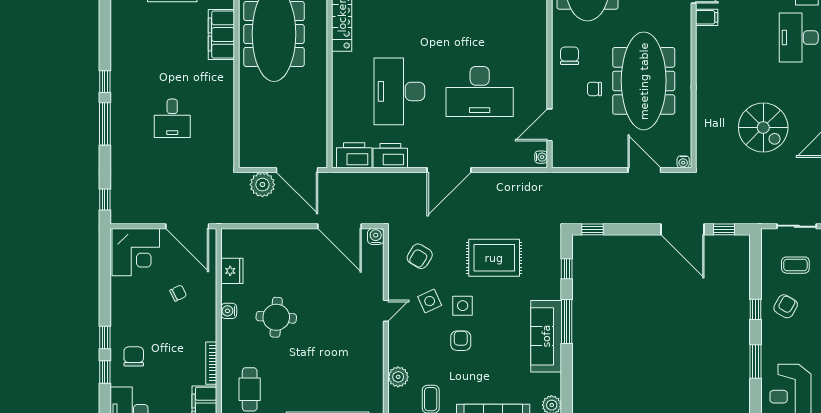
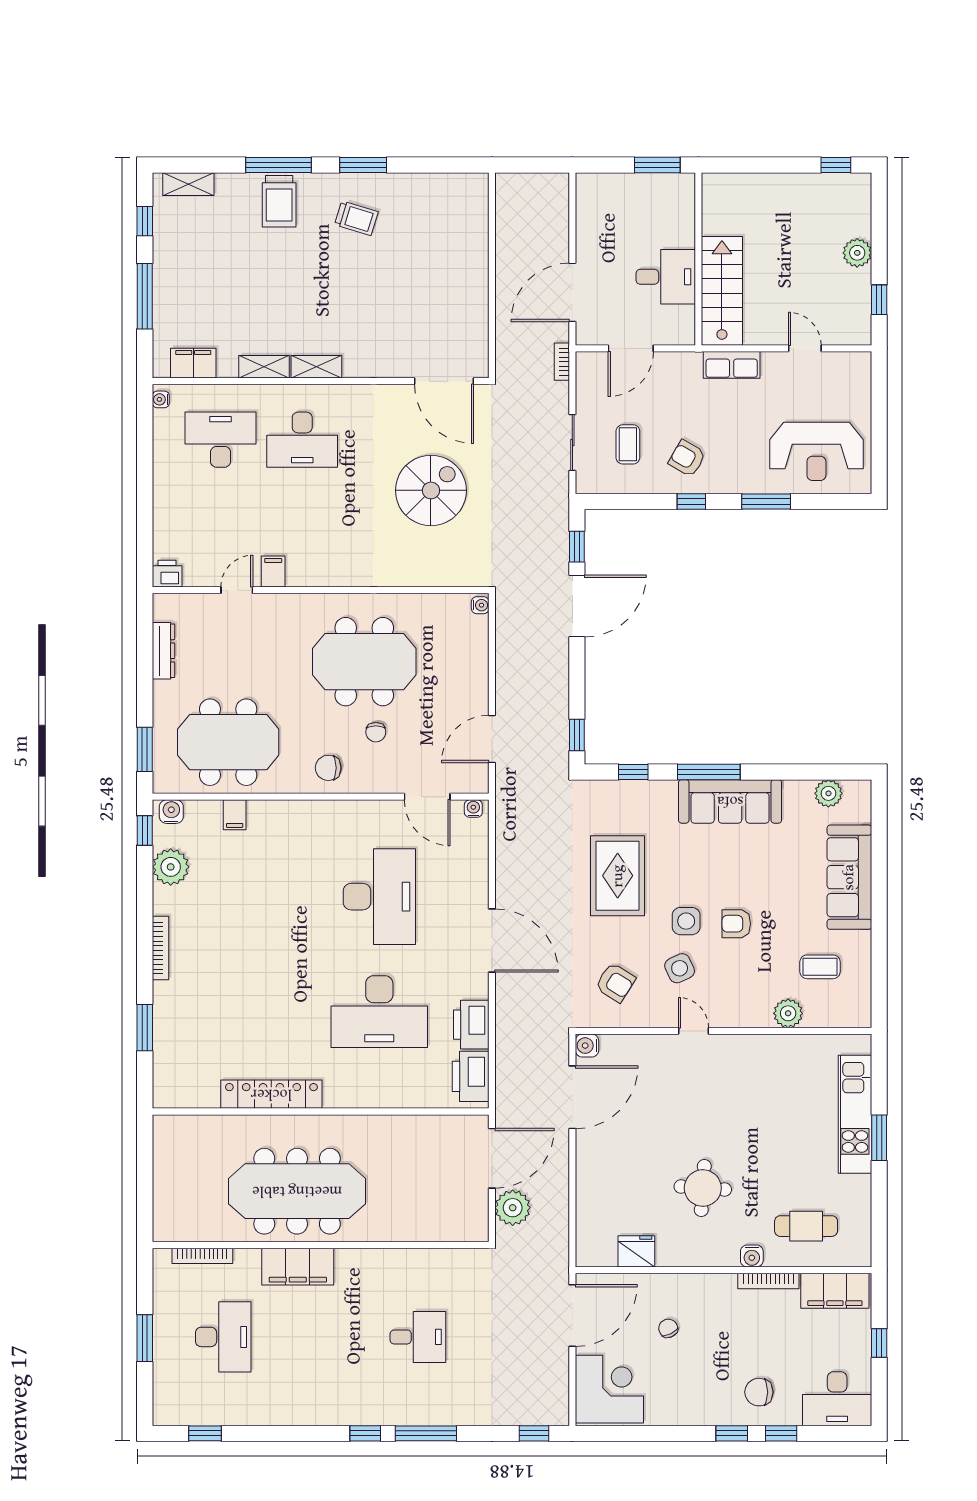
meeting table: (644, 81) -> (364, 662), width x0.73
door: (644, 170) -> (492, 739), moved
water cooler: (229, 311) -> (752, 1256), moved

